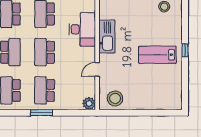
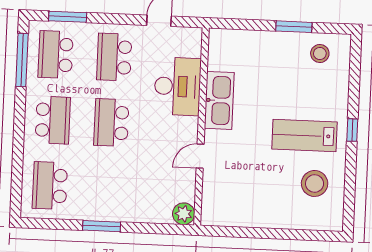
school desk: (45, 90) -> (109, 188), removed
stool: (115, 98) -> (315, 183), moved

